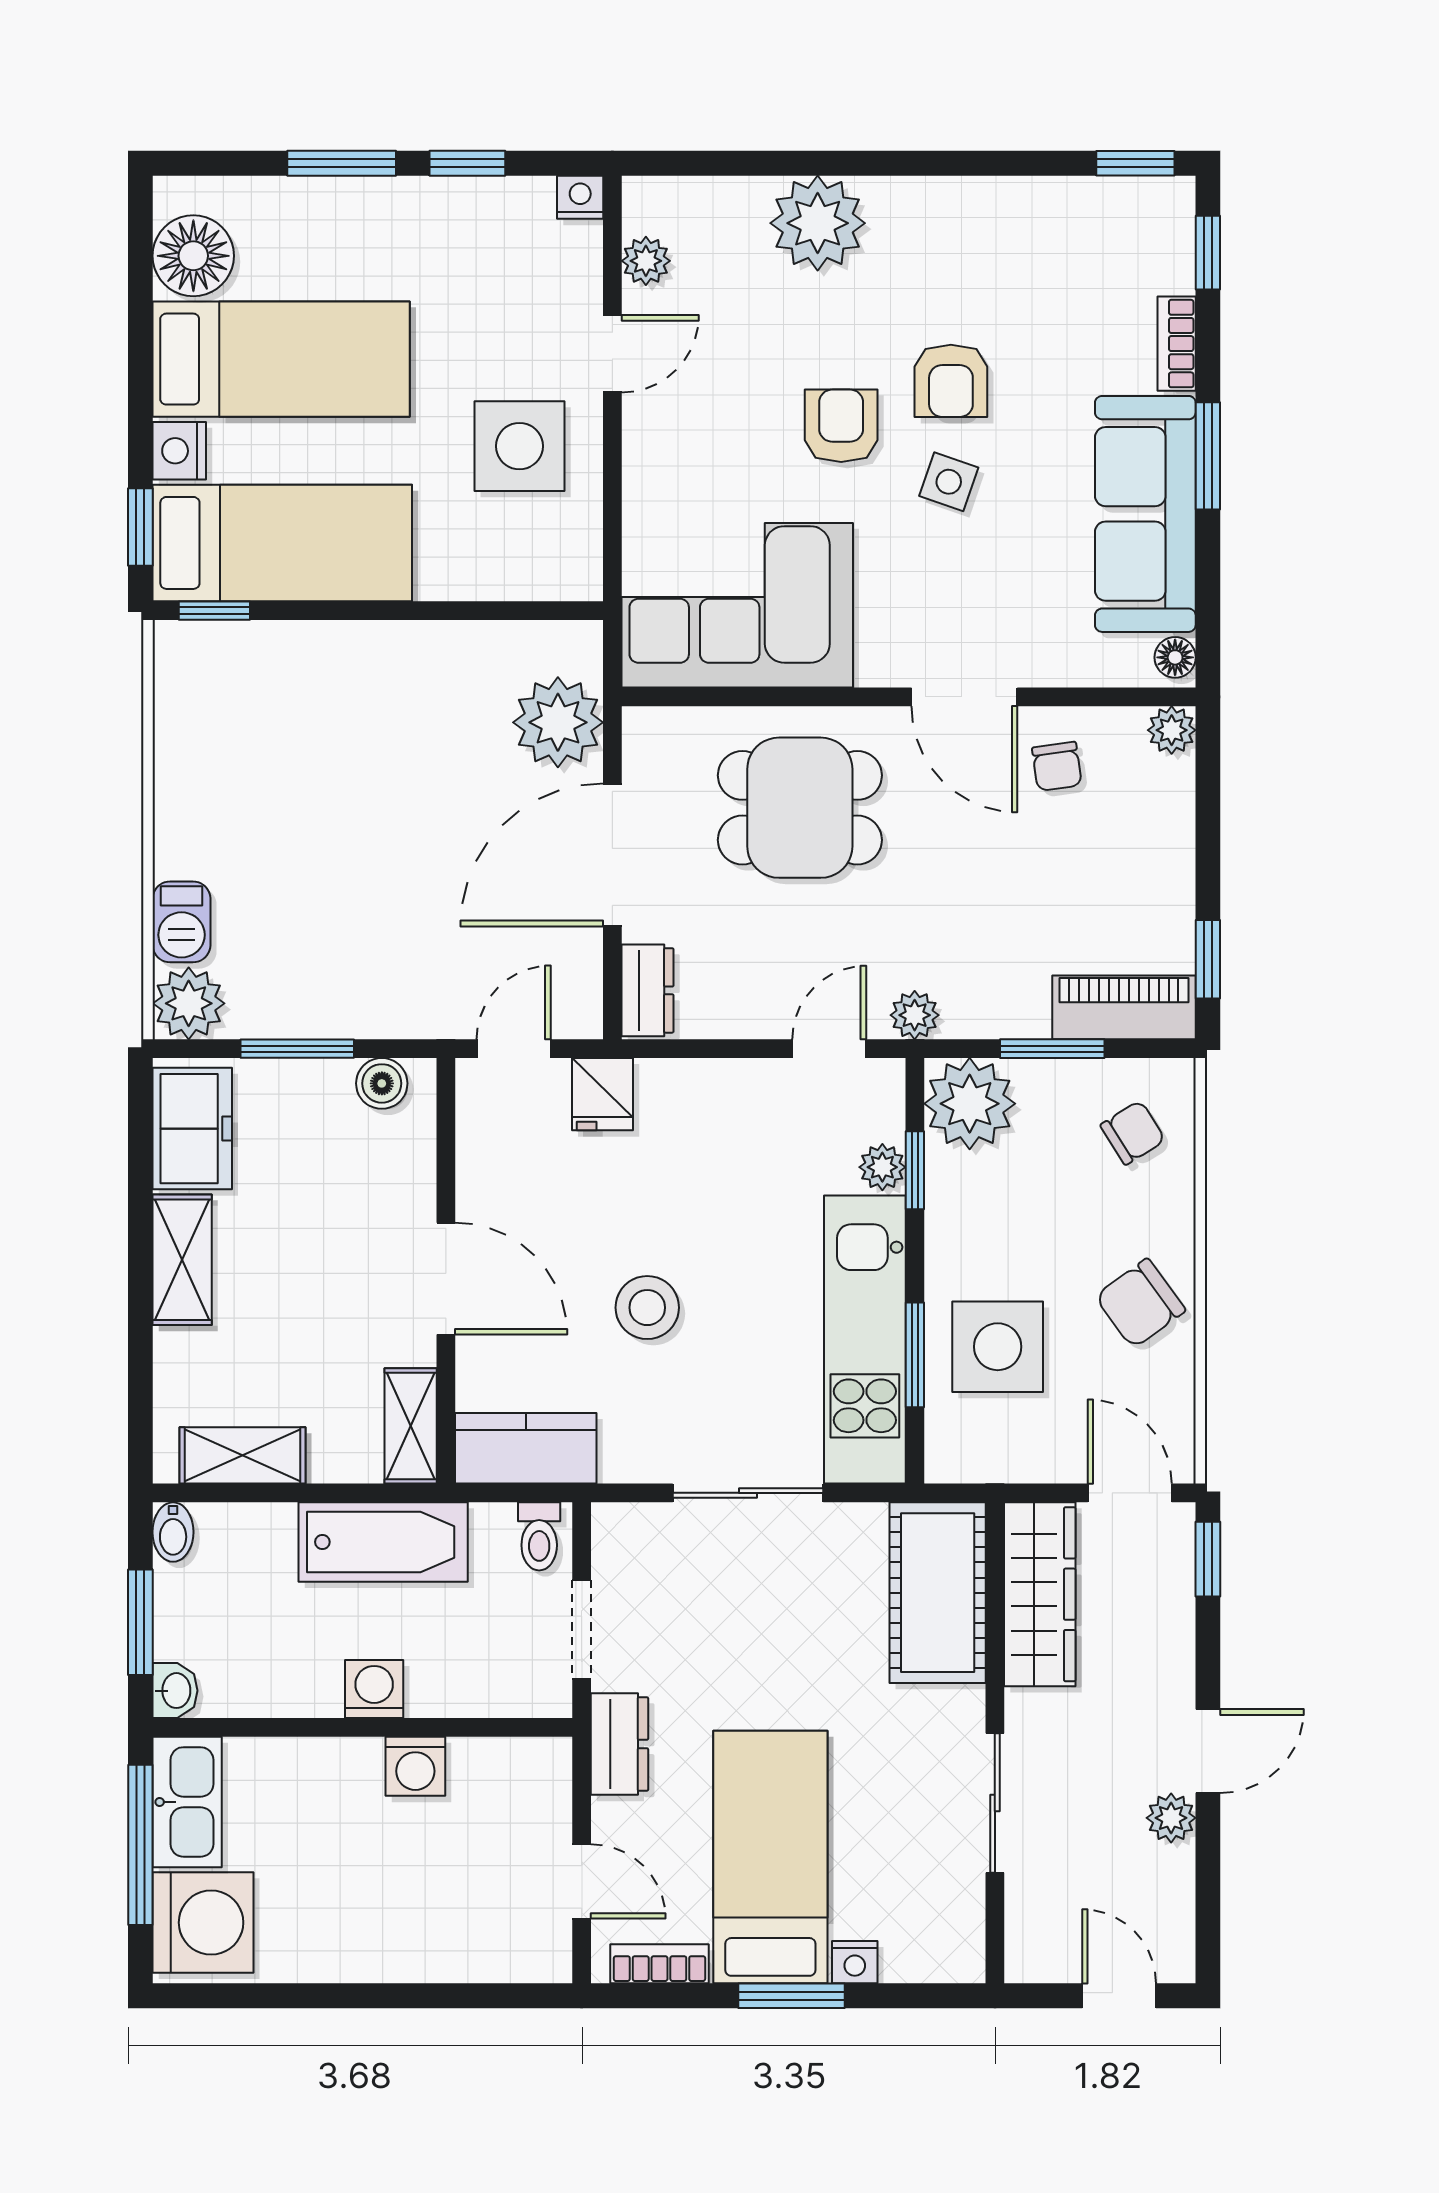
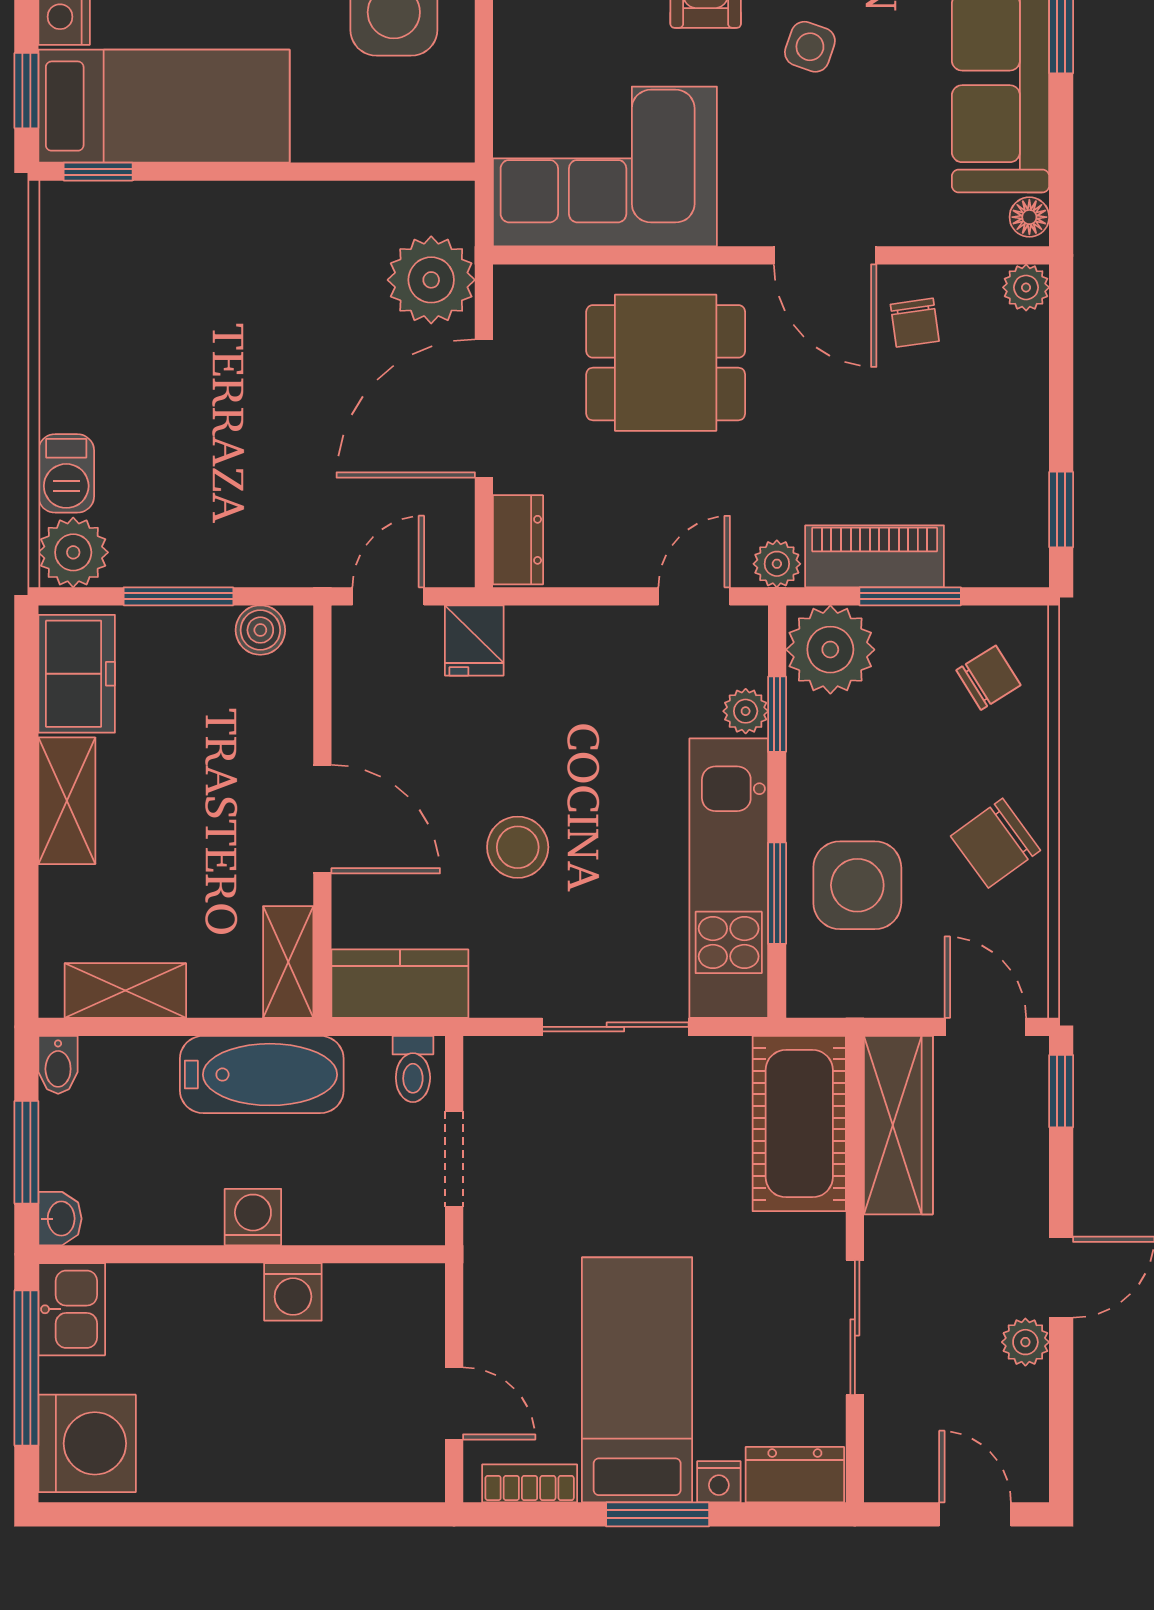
piano: (1124, 1007) -> (875, 556), moved
dresser: (619, 1744) -> (795, 1475), moved, turned -90
kitchen sink: (187, 1802) -> (72, 1309), width x0.73

